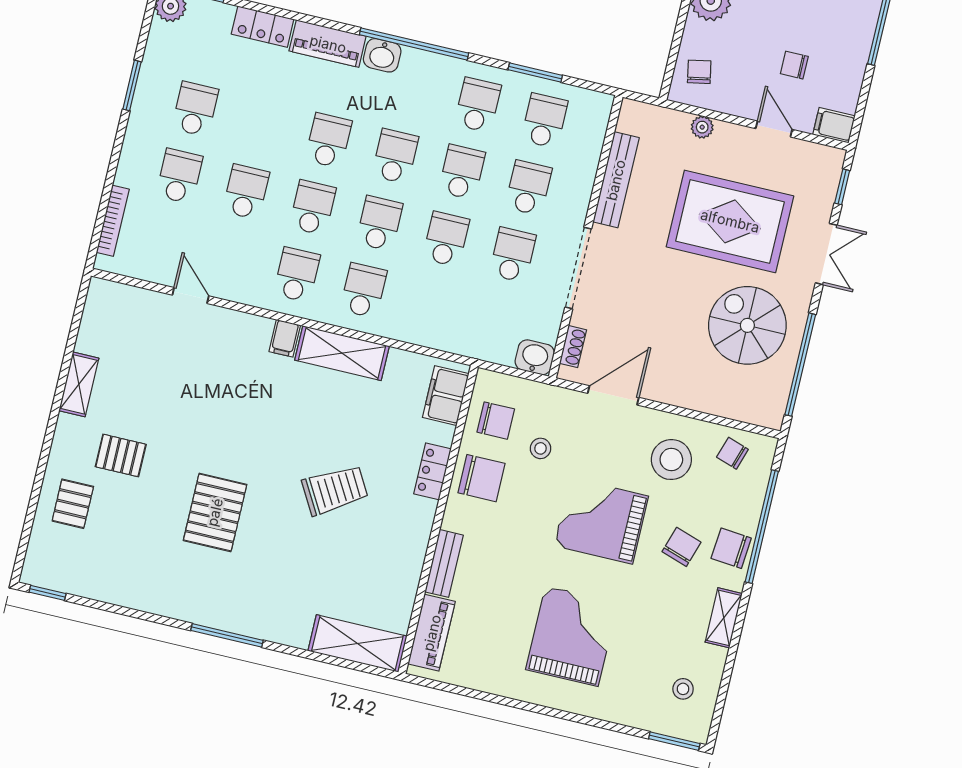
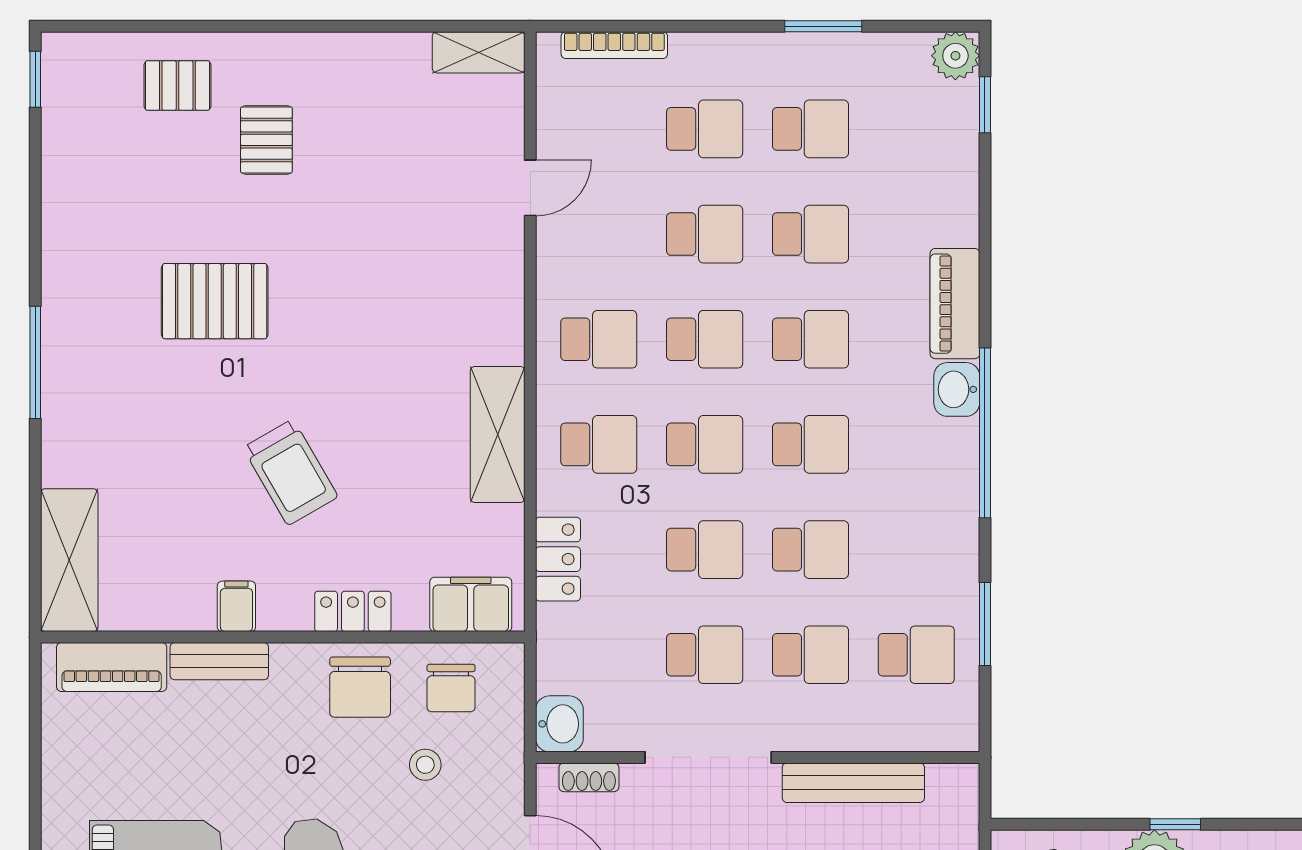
locker: (263, 27) -> (558, 559), moved, turned 180
school desk: (478, 105) -> (810, 234), moved
filing cabinet: (285, 338) -> (236, 606), moved, turned 90
shelving: (79, 384) -> (479, 52), moved

